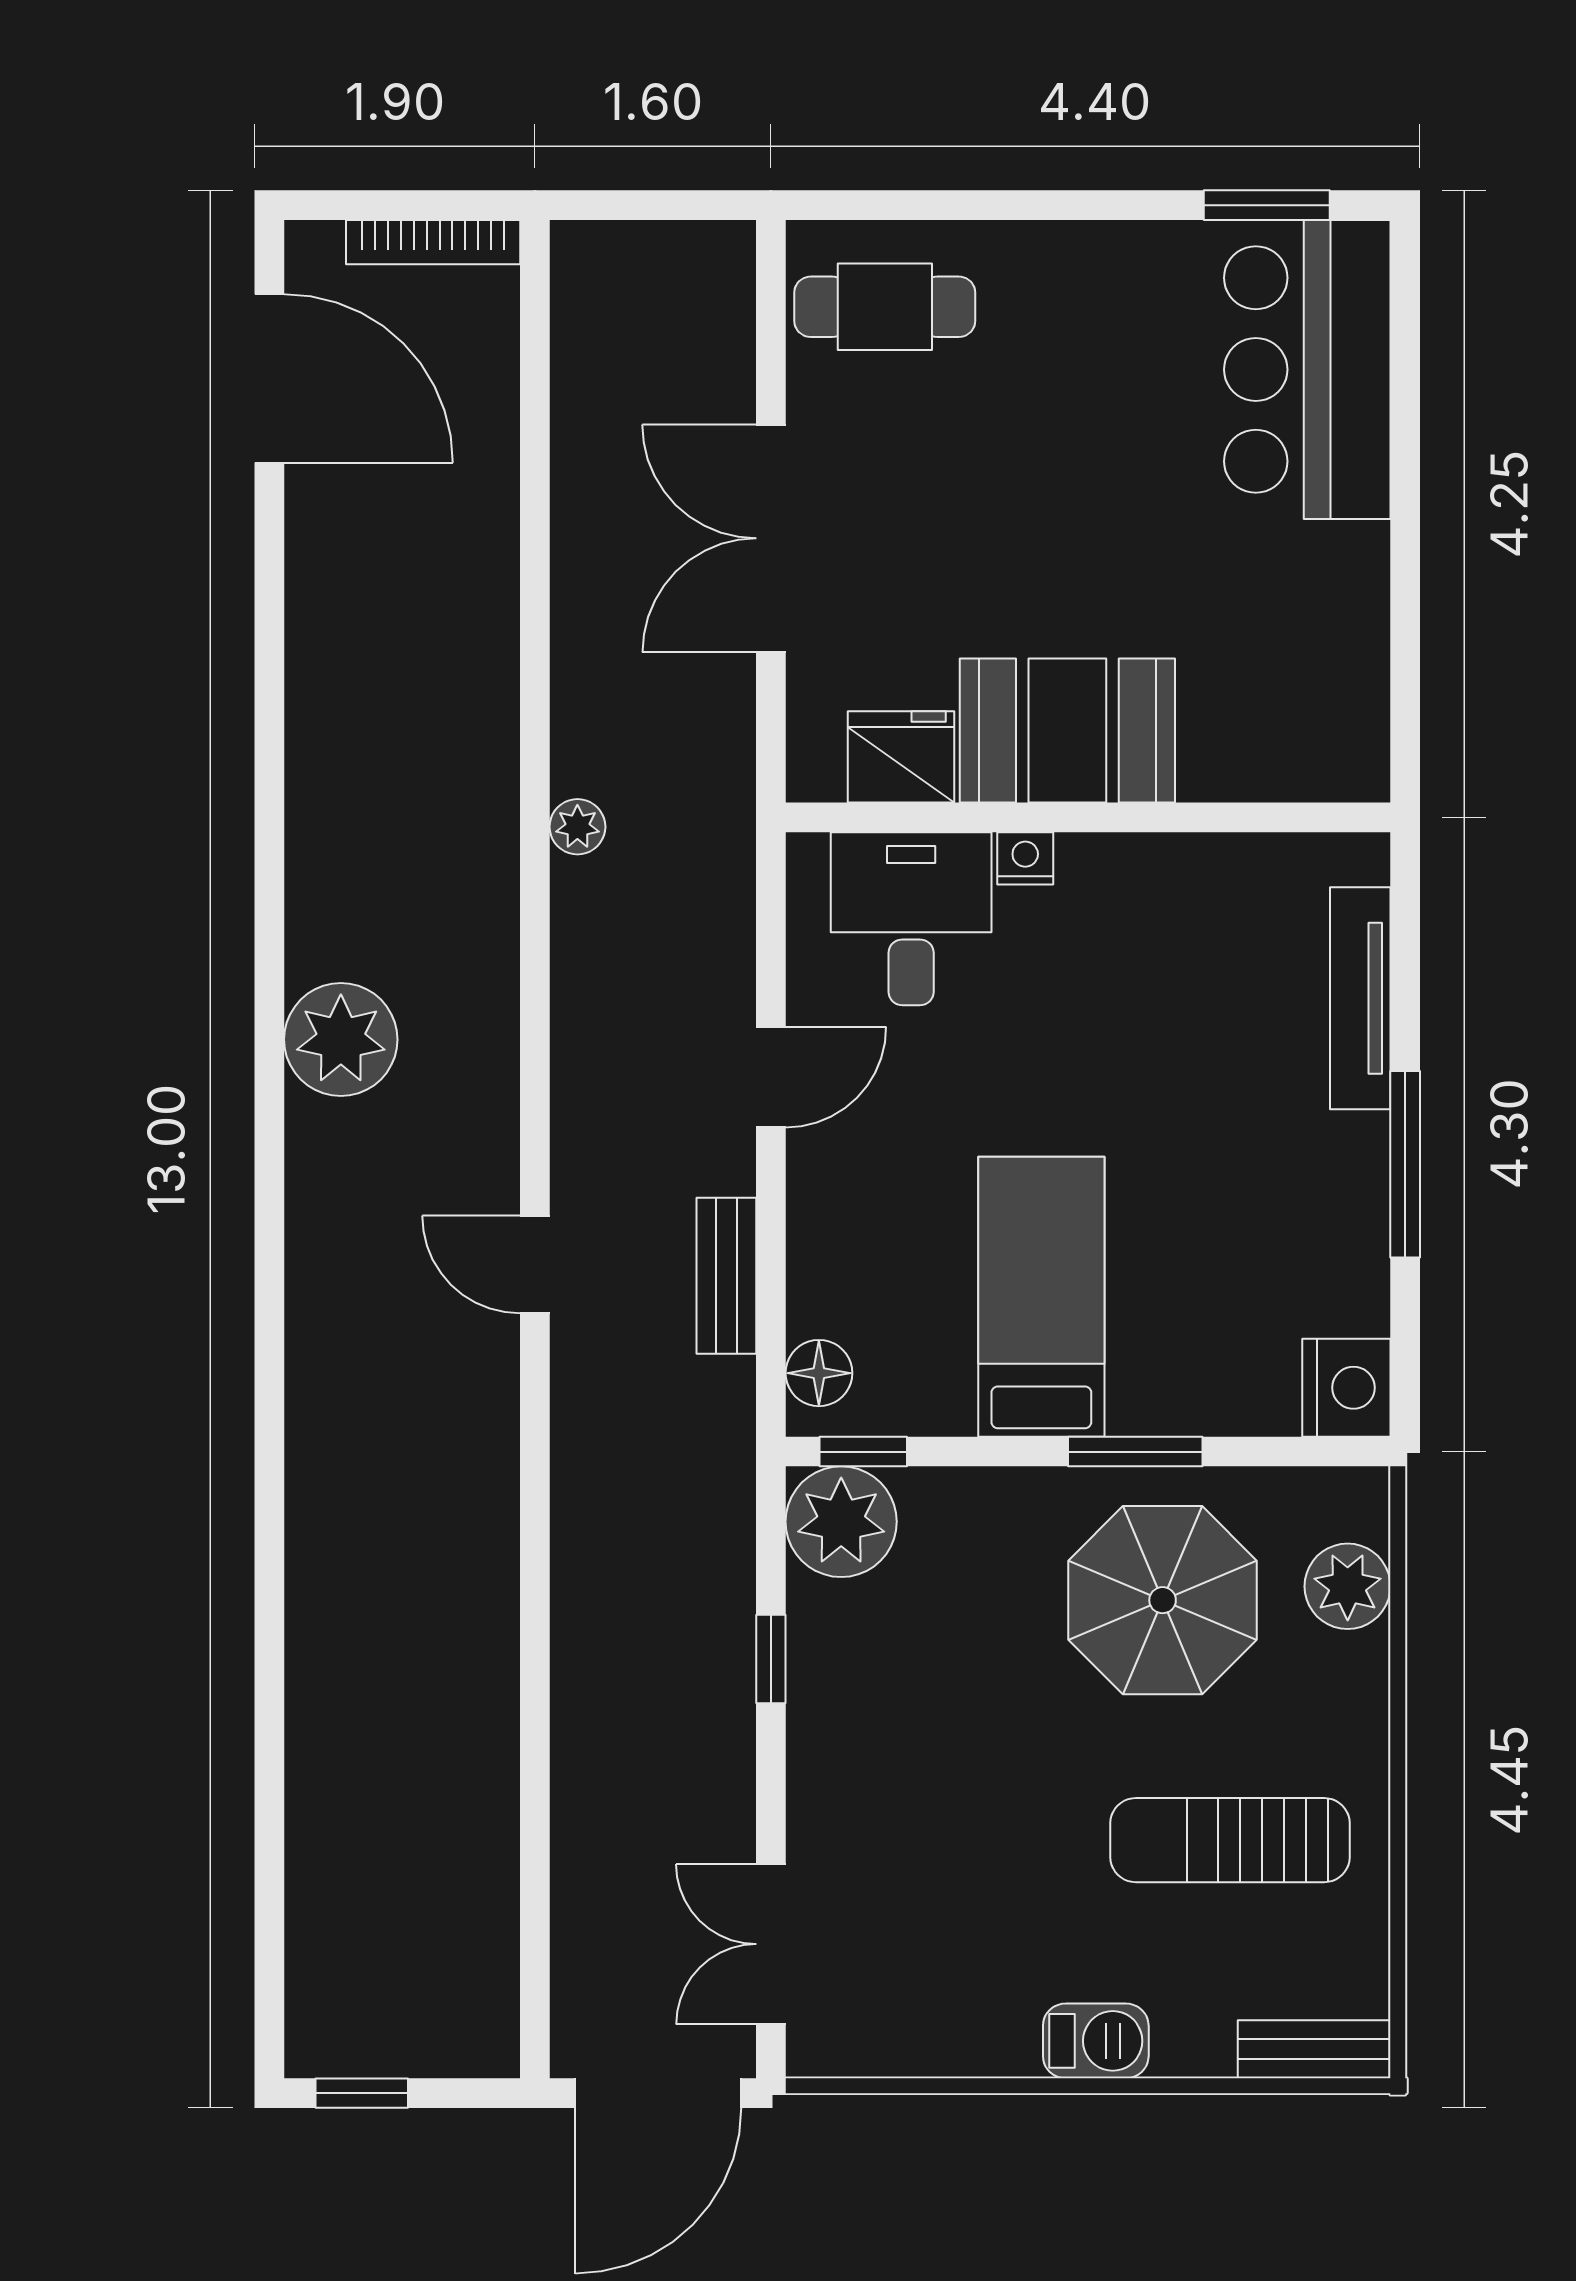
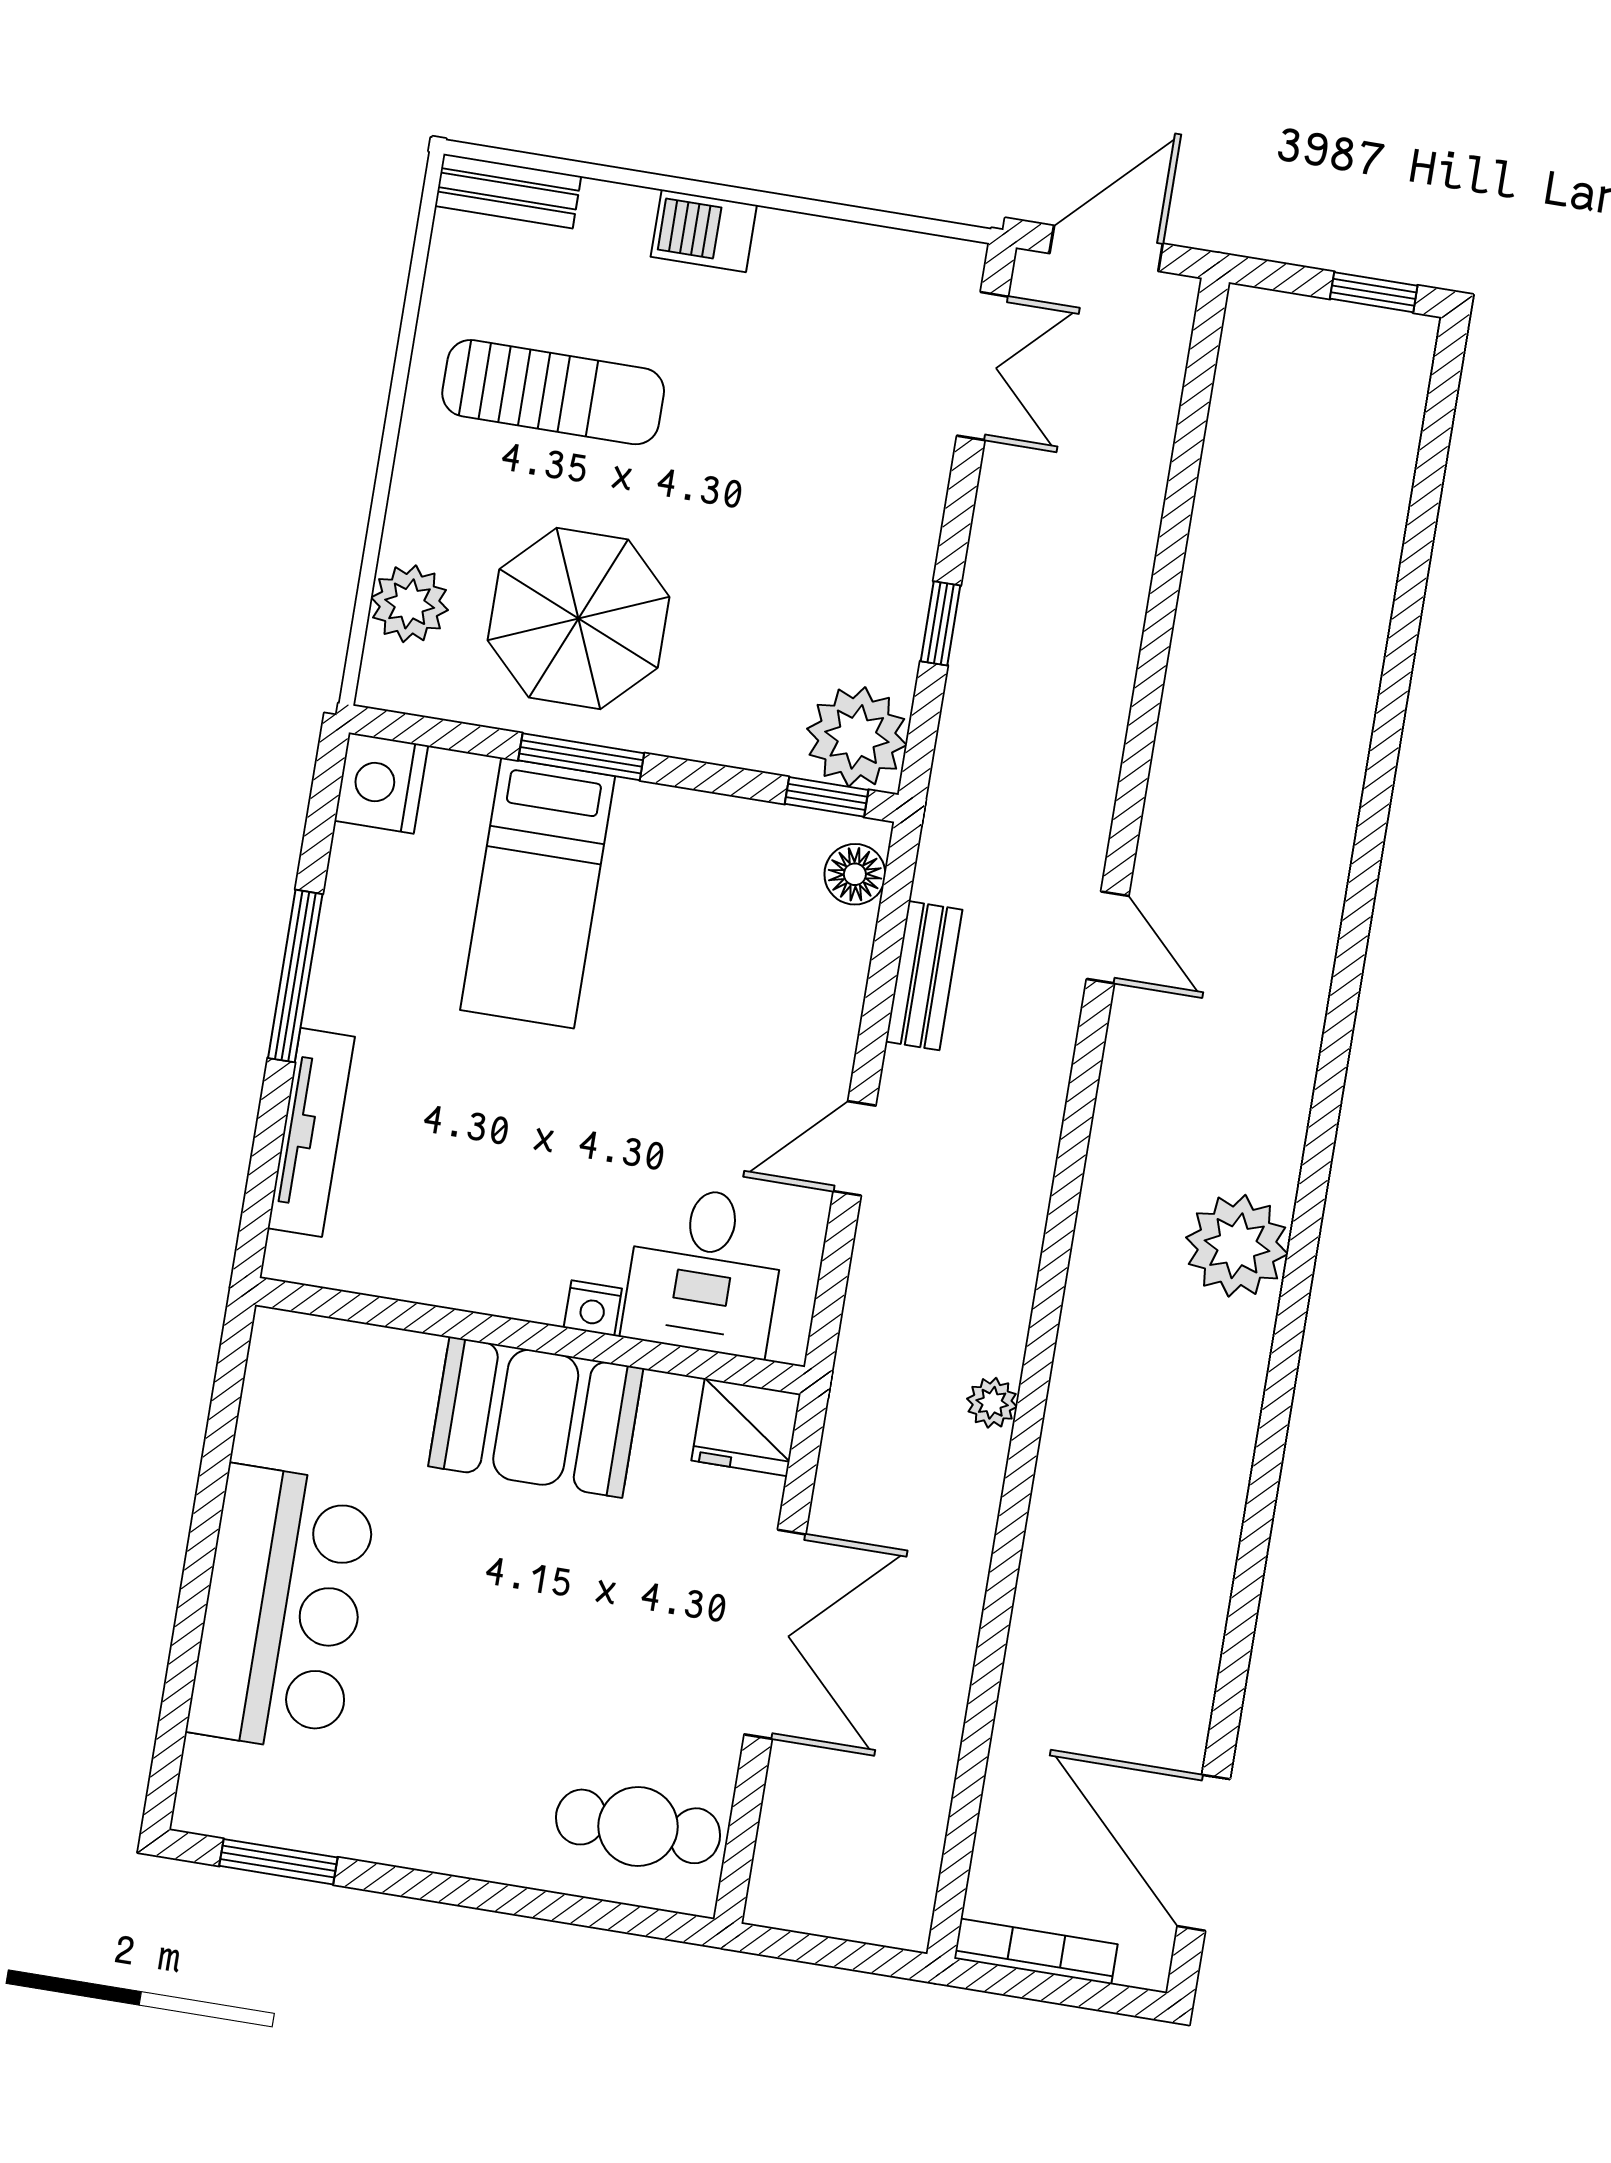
bar counter: (1307, 370) -> (282, 1609), moved
fridge: (901, 757) -> (746, 1427), moved
door: (535, 1265) -> (1108, 937), moved
bed: (1041, 1297) -> (538, 893), moved
door: (658, 2093) -> (1106, 248), width x0.73

